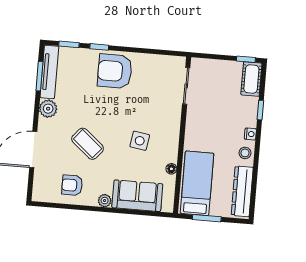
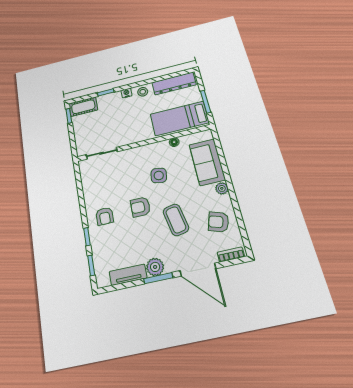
armchair: (115, 71) -> (105, 216), width x0.53, depth x0.53
tv unit: (49, 72) -> (128, 275), width x0.71
window: (39, 76) -> (158, 278), moved
armchair: (112, 111) -> (140, 207), added
coffee table: (88, 144) -> (176, 220), turned -51
armchair: (72, 185) -> (218, 222), turned 108
bookcase: (38, 186) -> (231, 254), added

